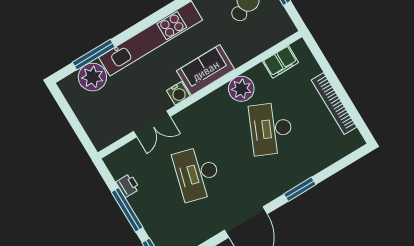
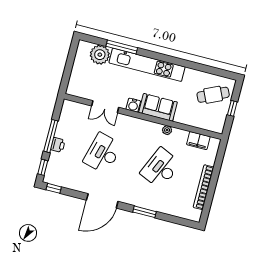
window: (94, 55) -> (122, 47), moved
plant: (241, 89) -> (167, 130), width x0.53, depth x0.53
printer: (128, 185) -> (58, 145), moved

